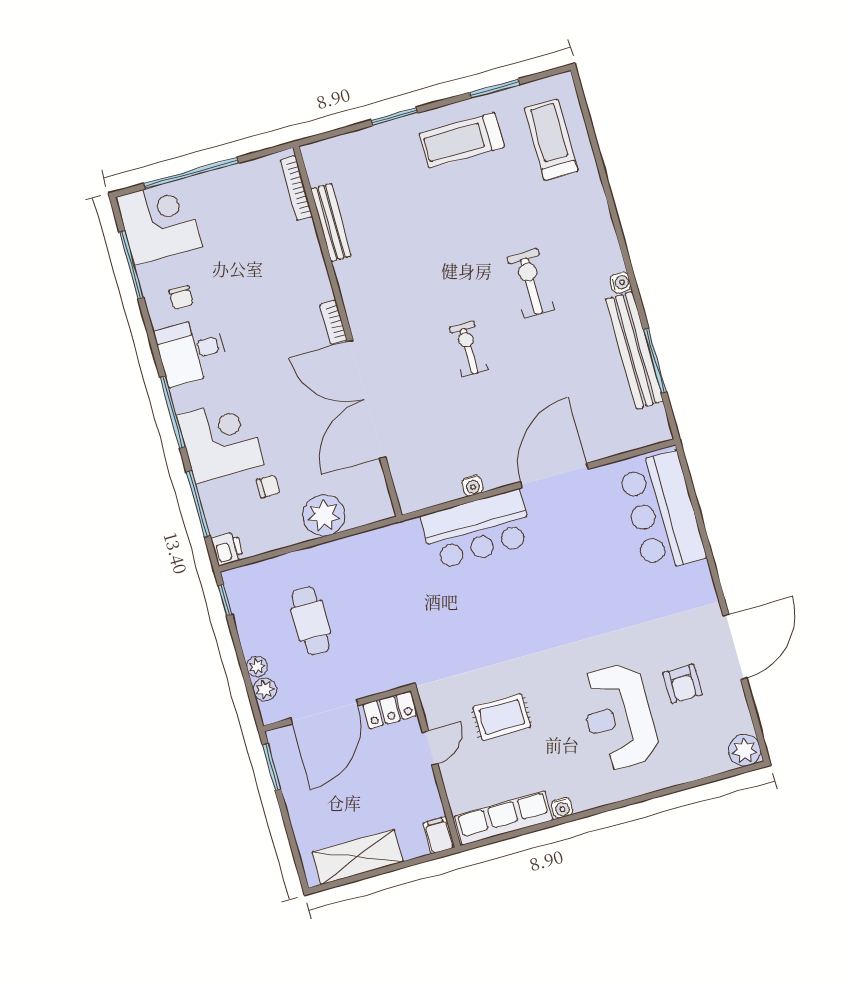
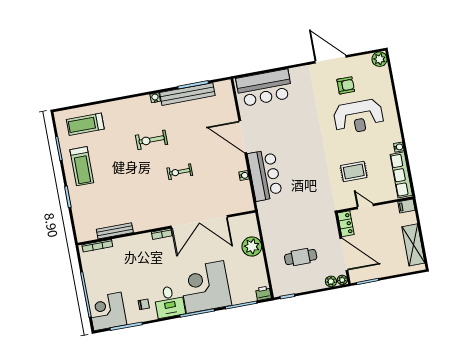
corner desk: (220, 440) -> (205, 287), width x1.36, depth x1.36
chair: (268, 486) -> (236, 271), removed
plant: (257, 667) -> (342, 280), moved
rug: (502, 717) -> (354, 172), turned 90

